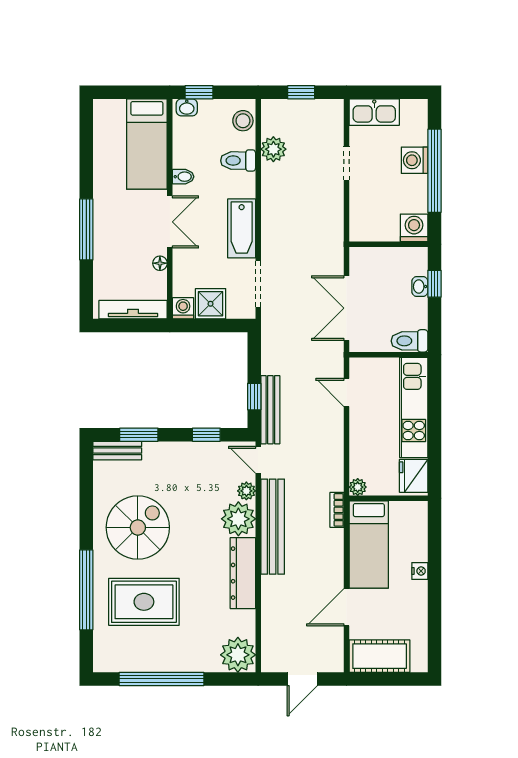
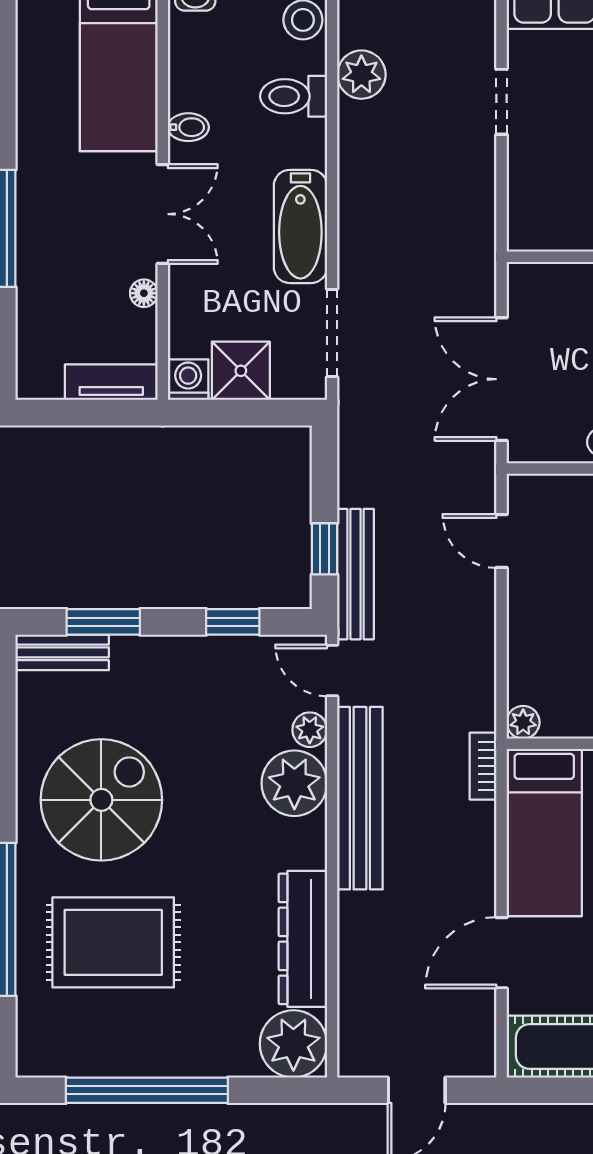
tv unit: (133, 310) -> (111, 382), width x0.71
dresser: (243, 573) -> (303, 939), moved

